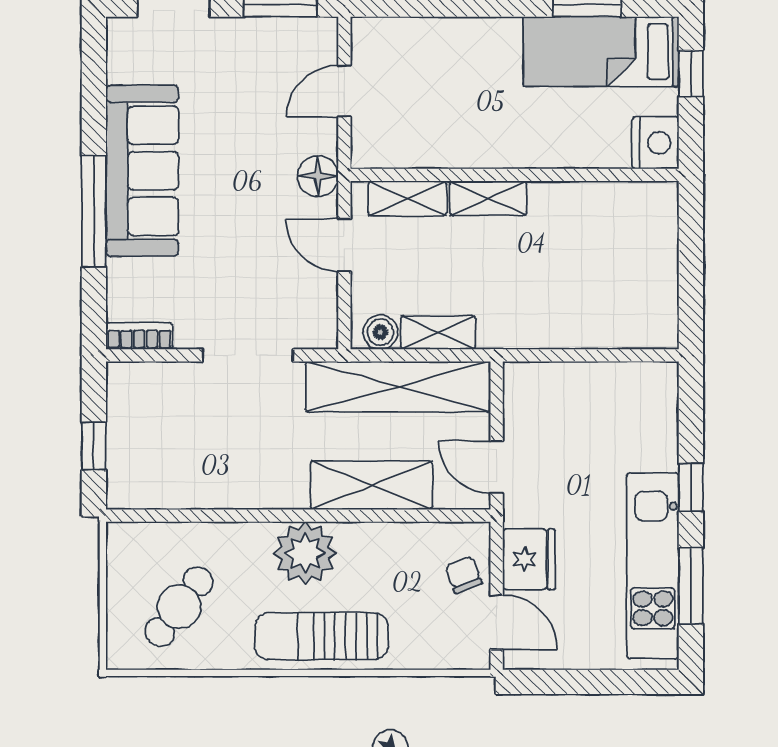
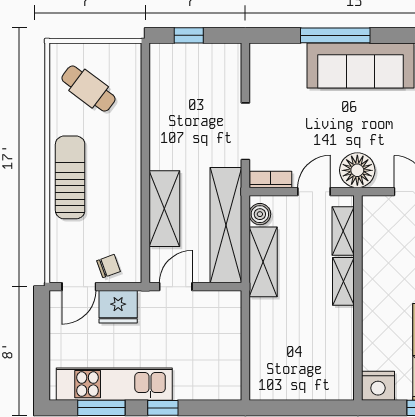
floor lamp: (318, 176) -> (357, 170), width x1.38, depth x1.38
shelving: (438, 332) -> (263, 262), width x1.50, depth x1.33
bookcase: (139, 336) -> (271, 180), moved, turned -90
plant: (305, 553) -> (122, 167), removed

